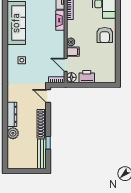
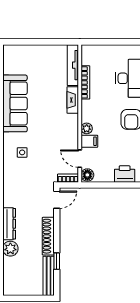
printer: (87, 77) -> (125, 174), moved
door: (48, 96) -> (57, 200), swing flipped

